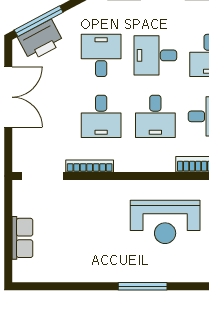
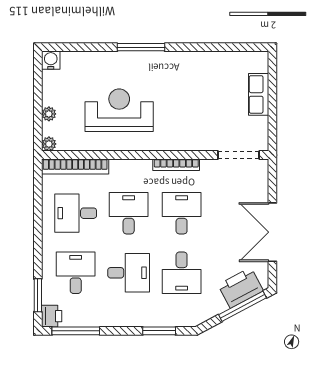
bookcase: (90, 166) -> (176, 165), moved

